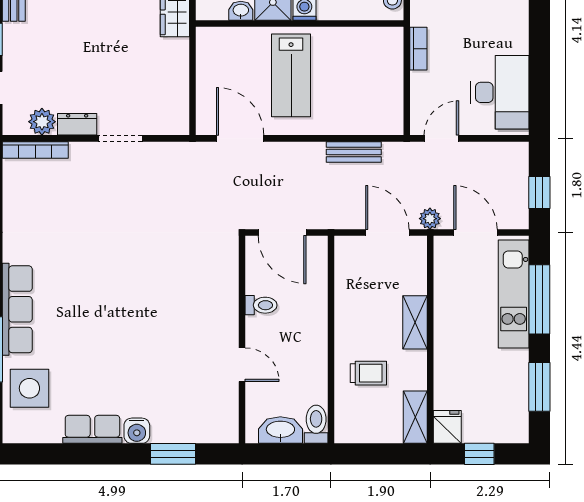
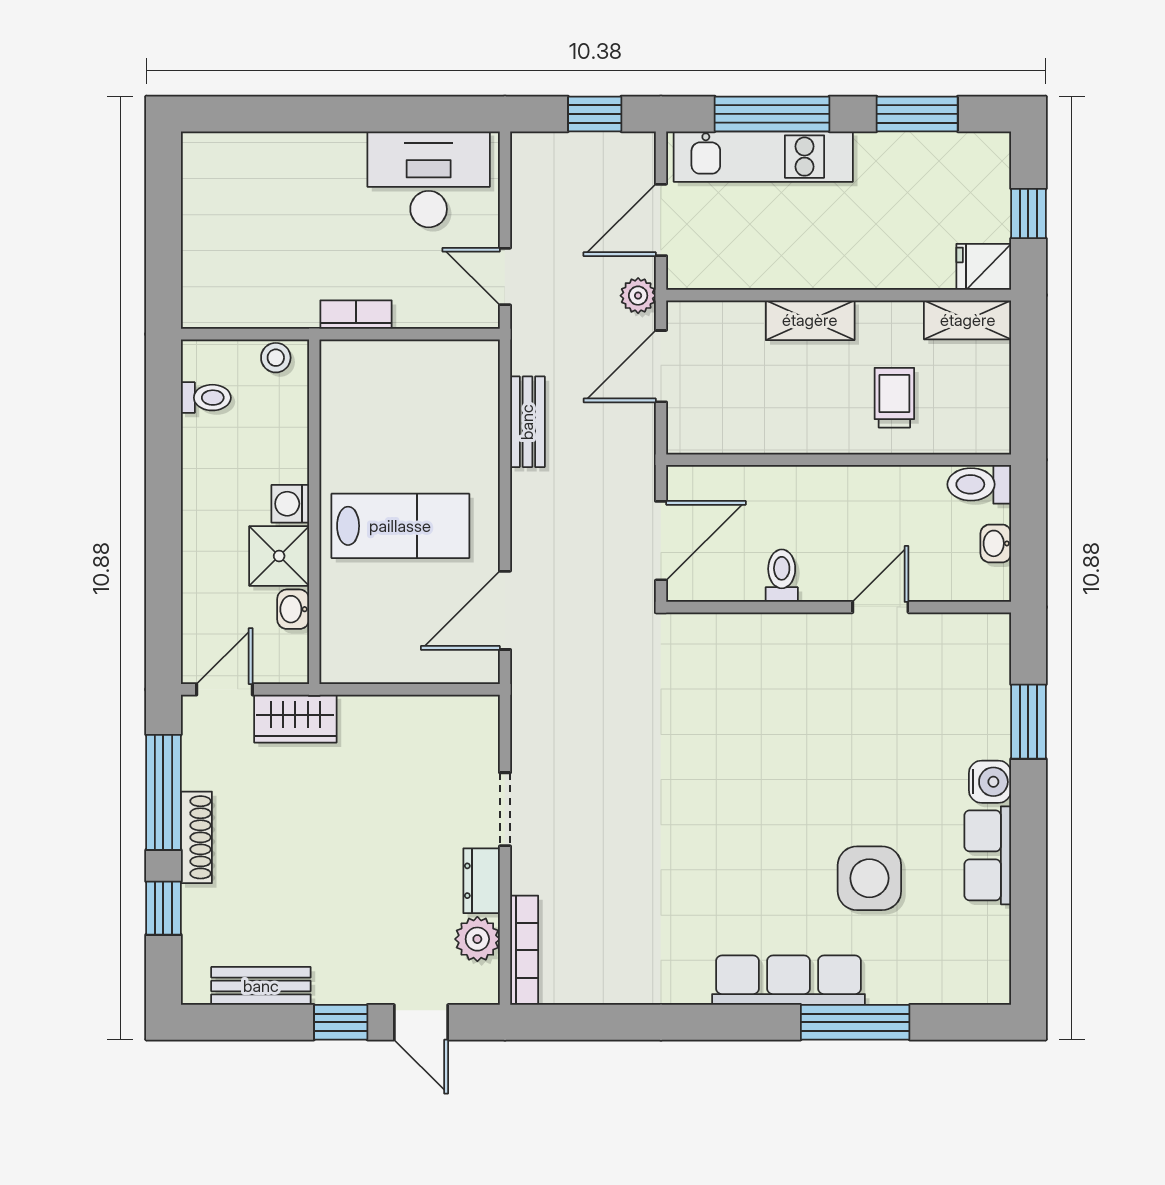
side table: (29, 388) -> (869, 878), moved
washbasin: (280, 430) -> (996, 543), width x0.52, depth x0.69

